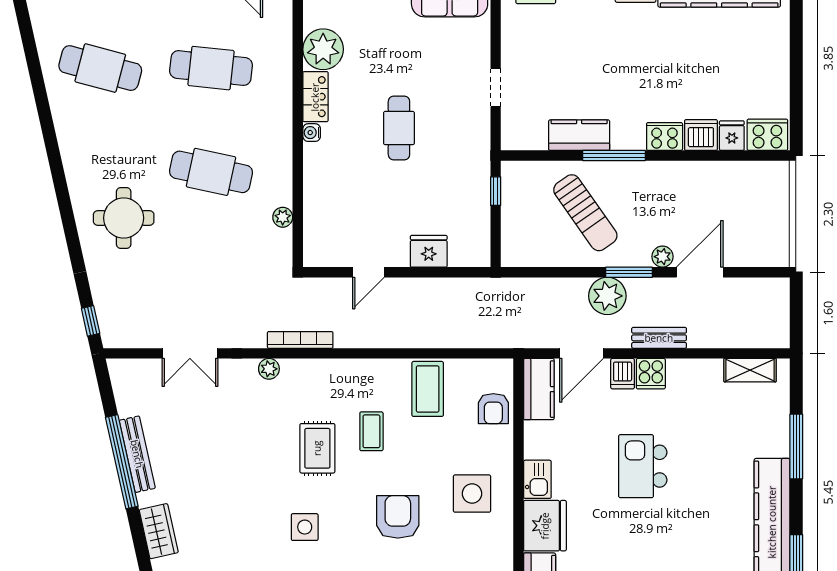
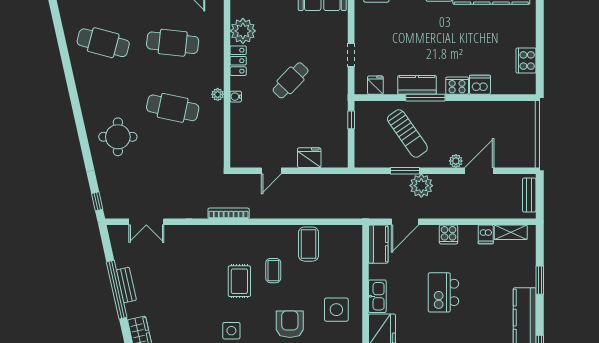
cafe table: (399, 128) -> (291, 80), turned 44
water cooler: (312, 133) -> (236, 97), moved
kitchen counter: (579, 135) -> (417, 85), moved
cooker: (767, 135) -> (526, 60), moved, turned -90
fridge: (732, 136) -> (375, 85), moved
plant: (283, 217) -> (218, 94), moved
window: (629, 272) -> (405, 171), moved
bench: (659, 338) -> (529, 195), moved, turned 90
double door: (190, 353) -> (146, 222), moved
plant: (269, 369) -> (209, 231), removed
dishwasher: (623, 374) -> (486, 234), moved
armchair: (493, 409) -> (350, 256), removed
window: (796, 446) -> (540, 280), width x0.69
bench: (137, 454) -> (126, 285), width x0.73
kitchen sink: (537, 479) -> (377, 296), width x1.38

